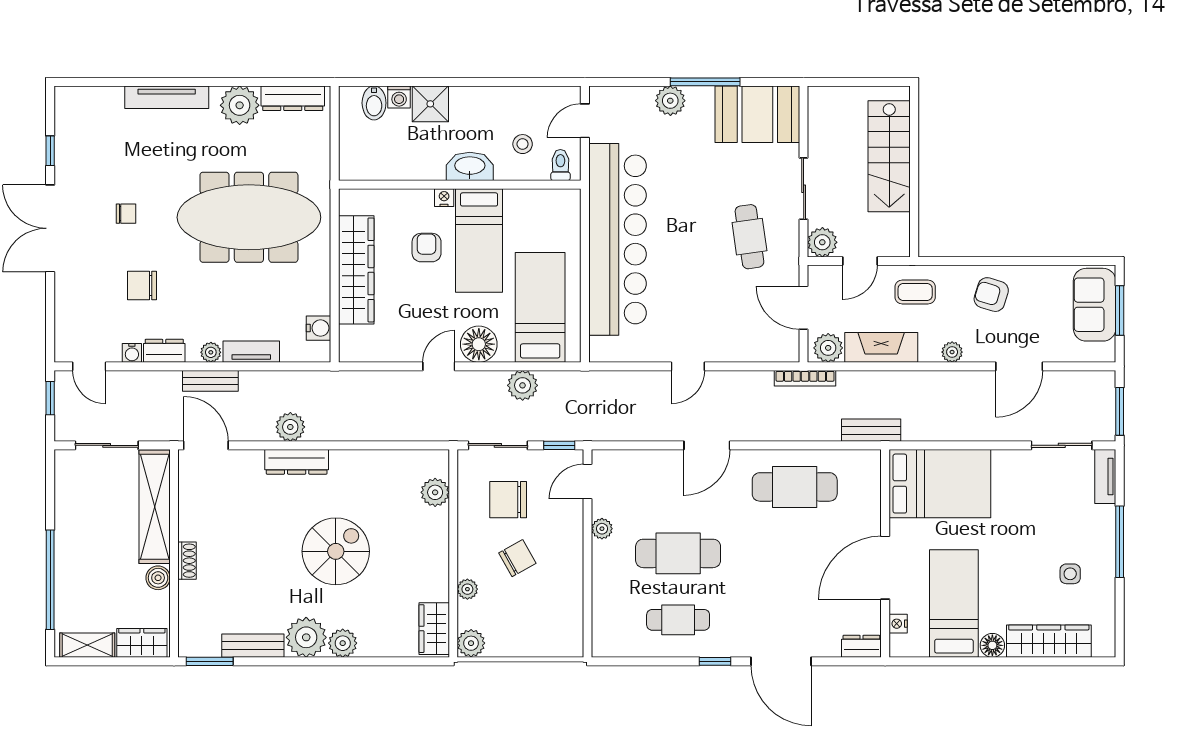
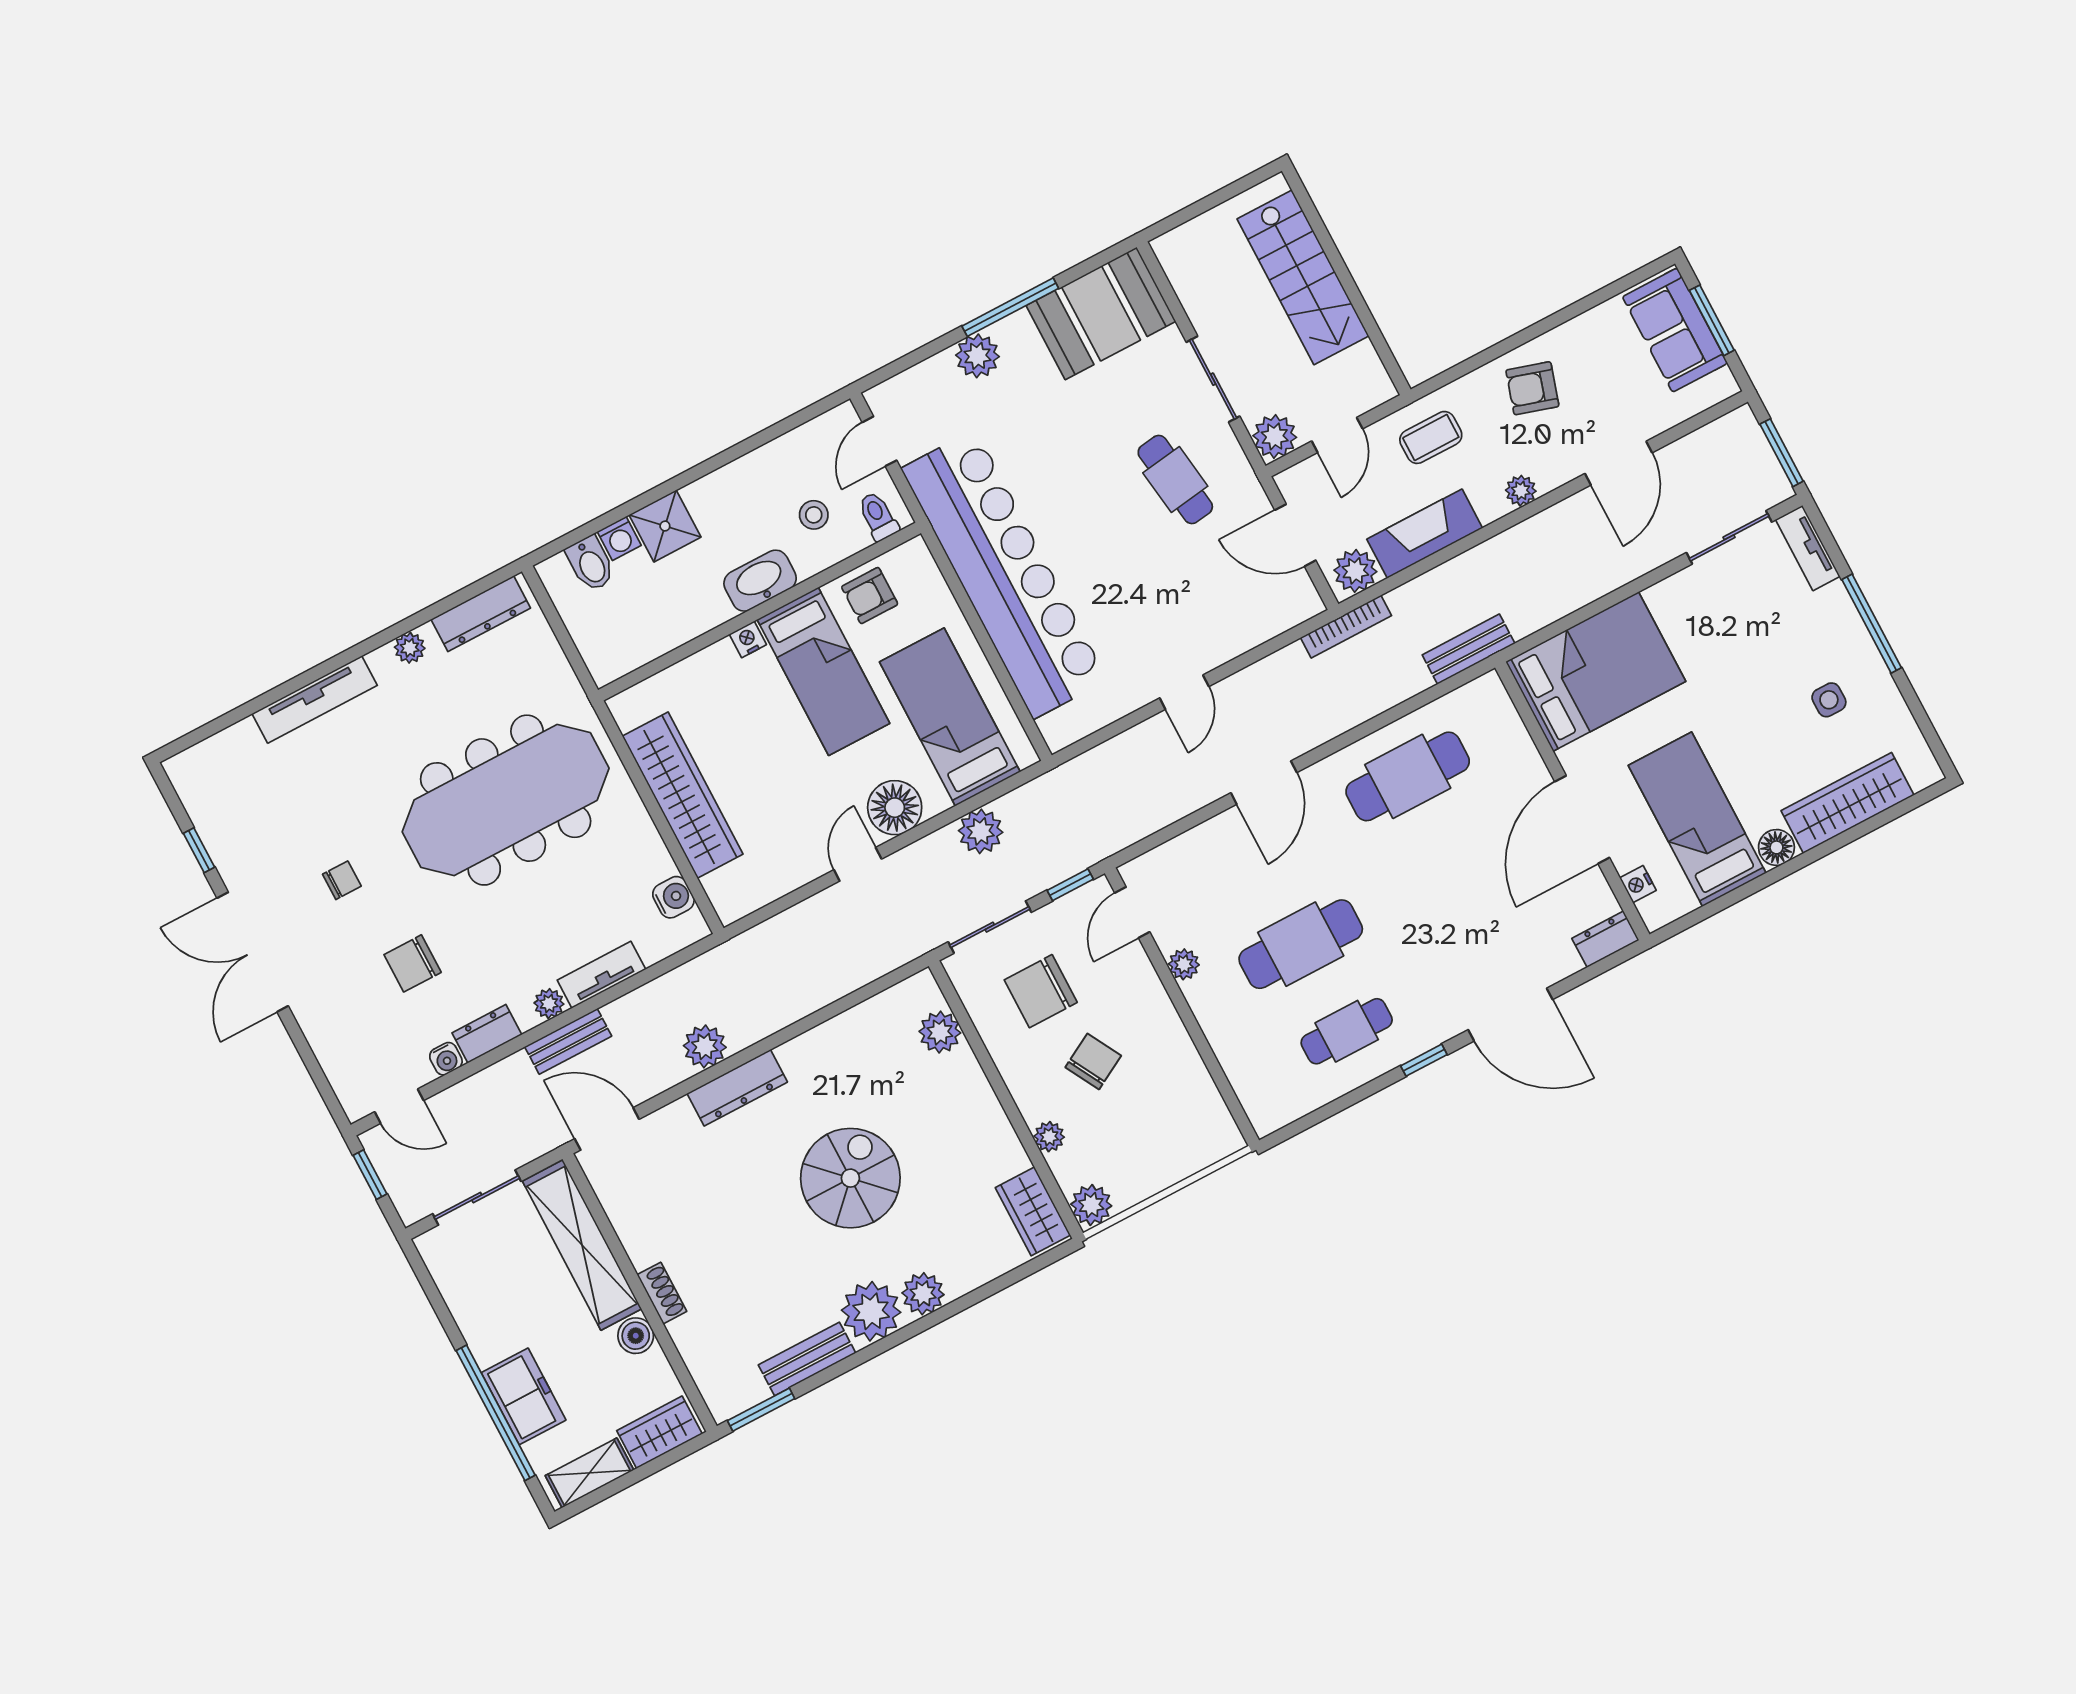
plant: (240, 105) -> (410, 648), width x0.53, depth x0.53
armchair: (427, 248) -> (870, 596), moved, turned -90
freezer: (72, 579) -> (524, 1396), added

